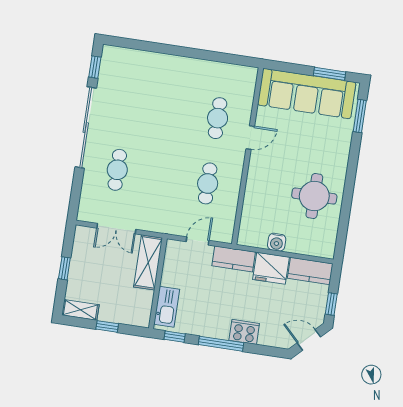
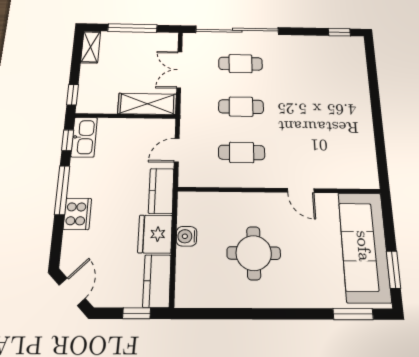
cafe table: (218, 118) -> (241, 107), moved
sliding door: (86, 128) -> (237, 30), moved
round table: (314, 196) -> (254, 253), moved
door: (198, 241) -> (177, 150), swing flipped
window: (64, 268) -> (133, 28), width x2.17
window: (331, 304) -> (137, 313), moved
kitchen sink: (167, 307) -> (84, 137), moved, turned -90
window: (107, 326) -> (72, 95), moved

